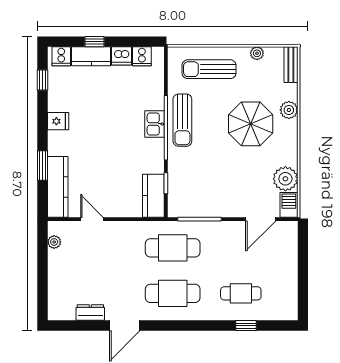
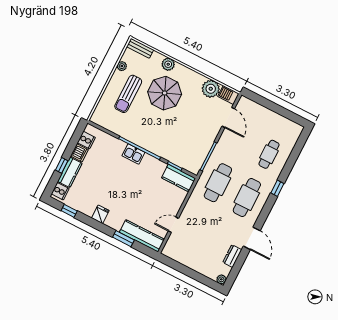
sun lounger: (209, 69) -> (128, 94), moved
sun lounger: (182, 120) -> (140, 135), removed
plant: (54, 242) -> (221, 279), moved
window: (246, 326) -> (277, 188), moved

